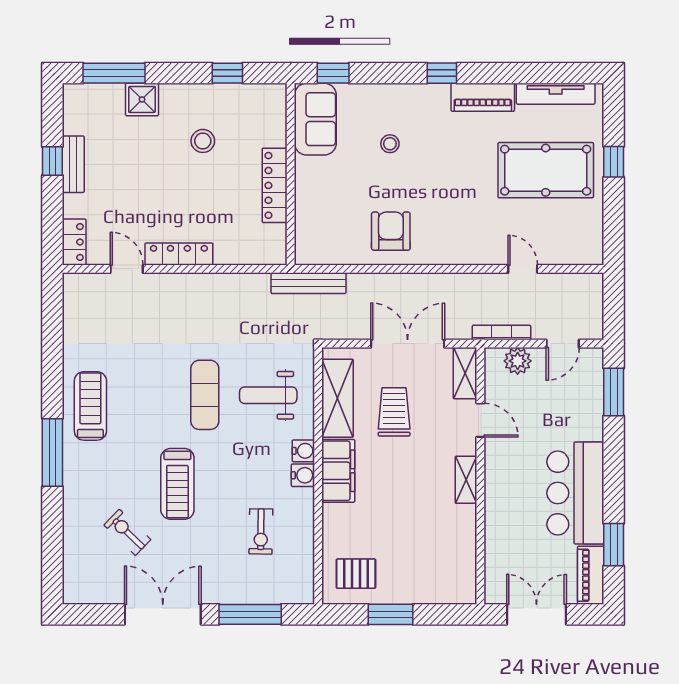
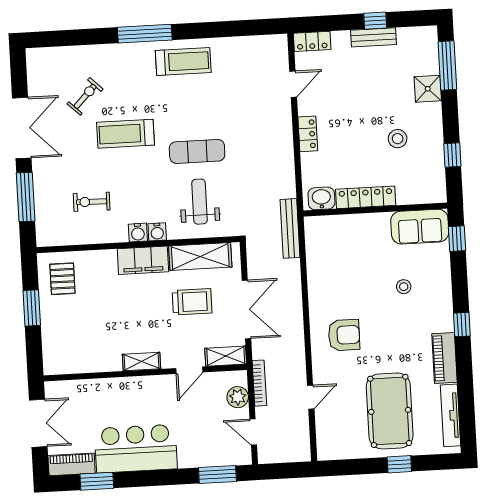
armchair: (391, 231) -> (344, 335), moved
washbasin: (273, 241) -> (321, 198), added
locker: (179, 254) -> (308, 134), width x0.66

